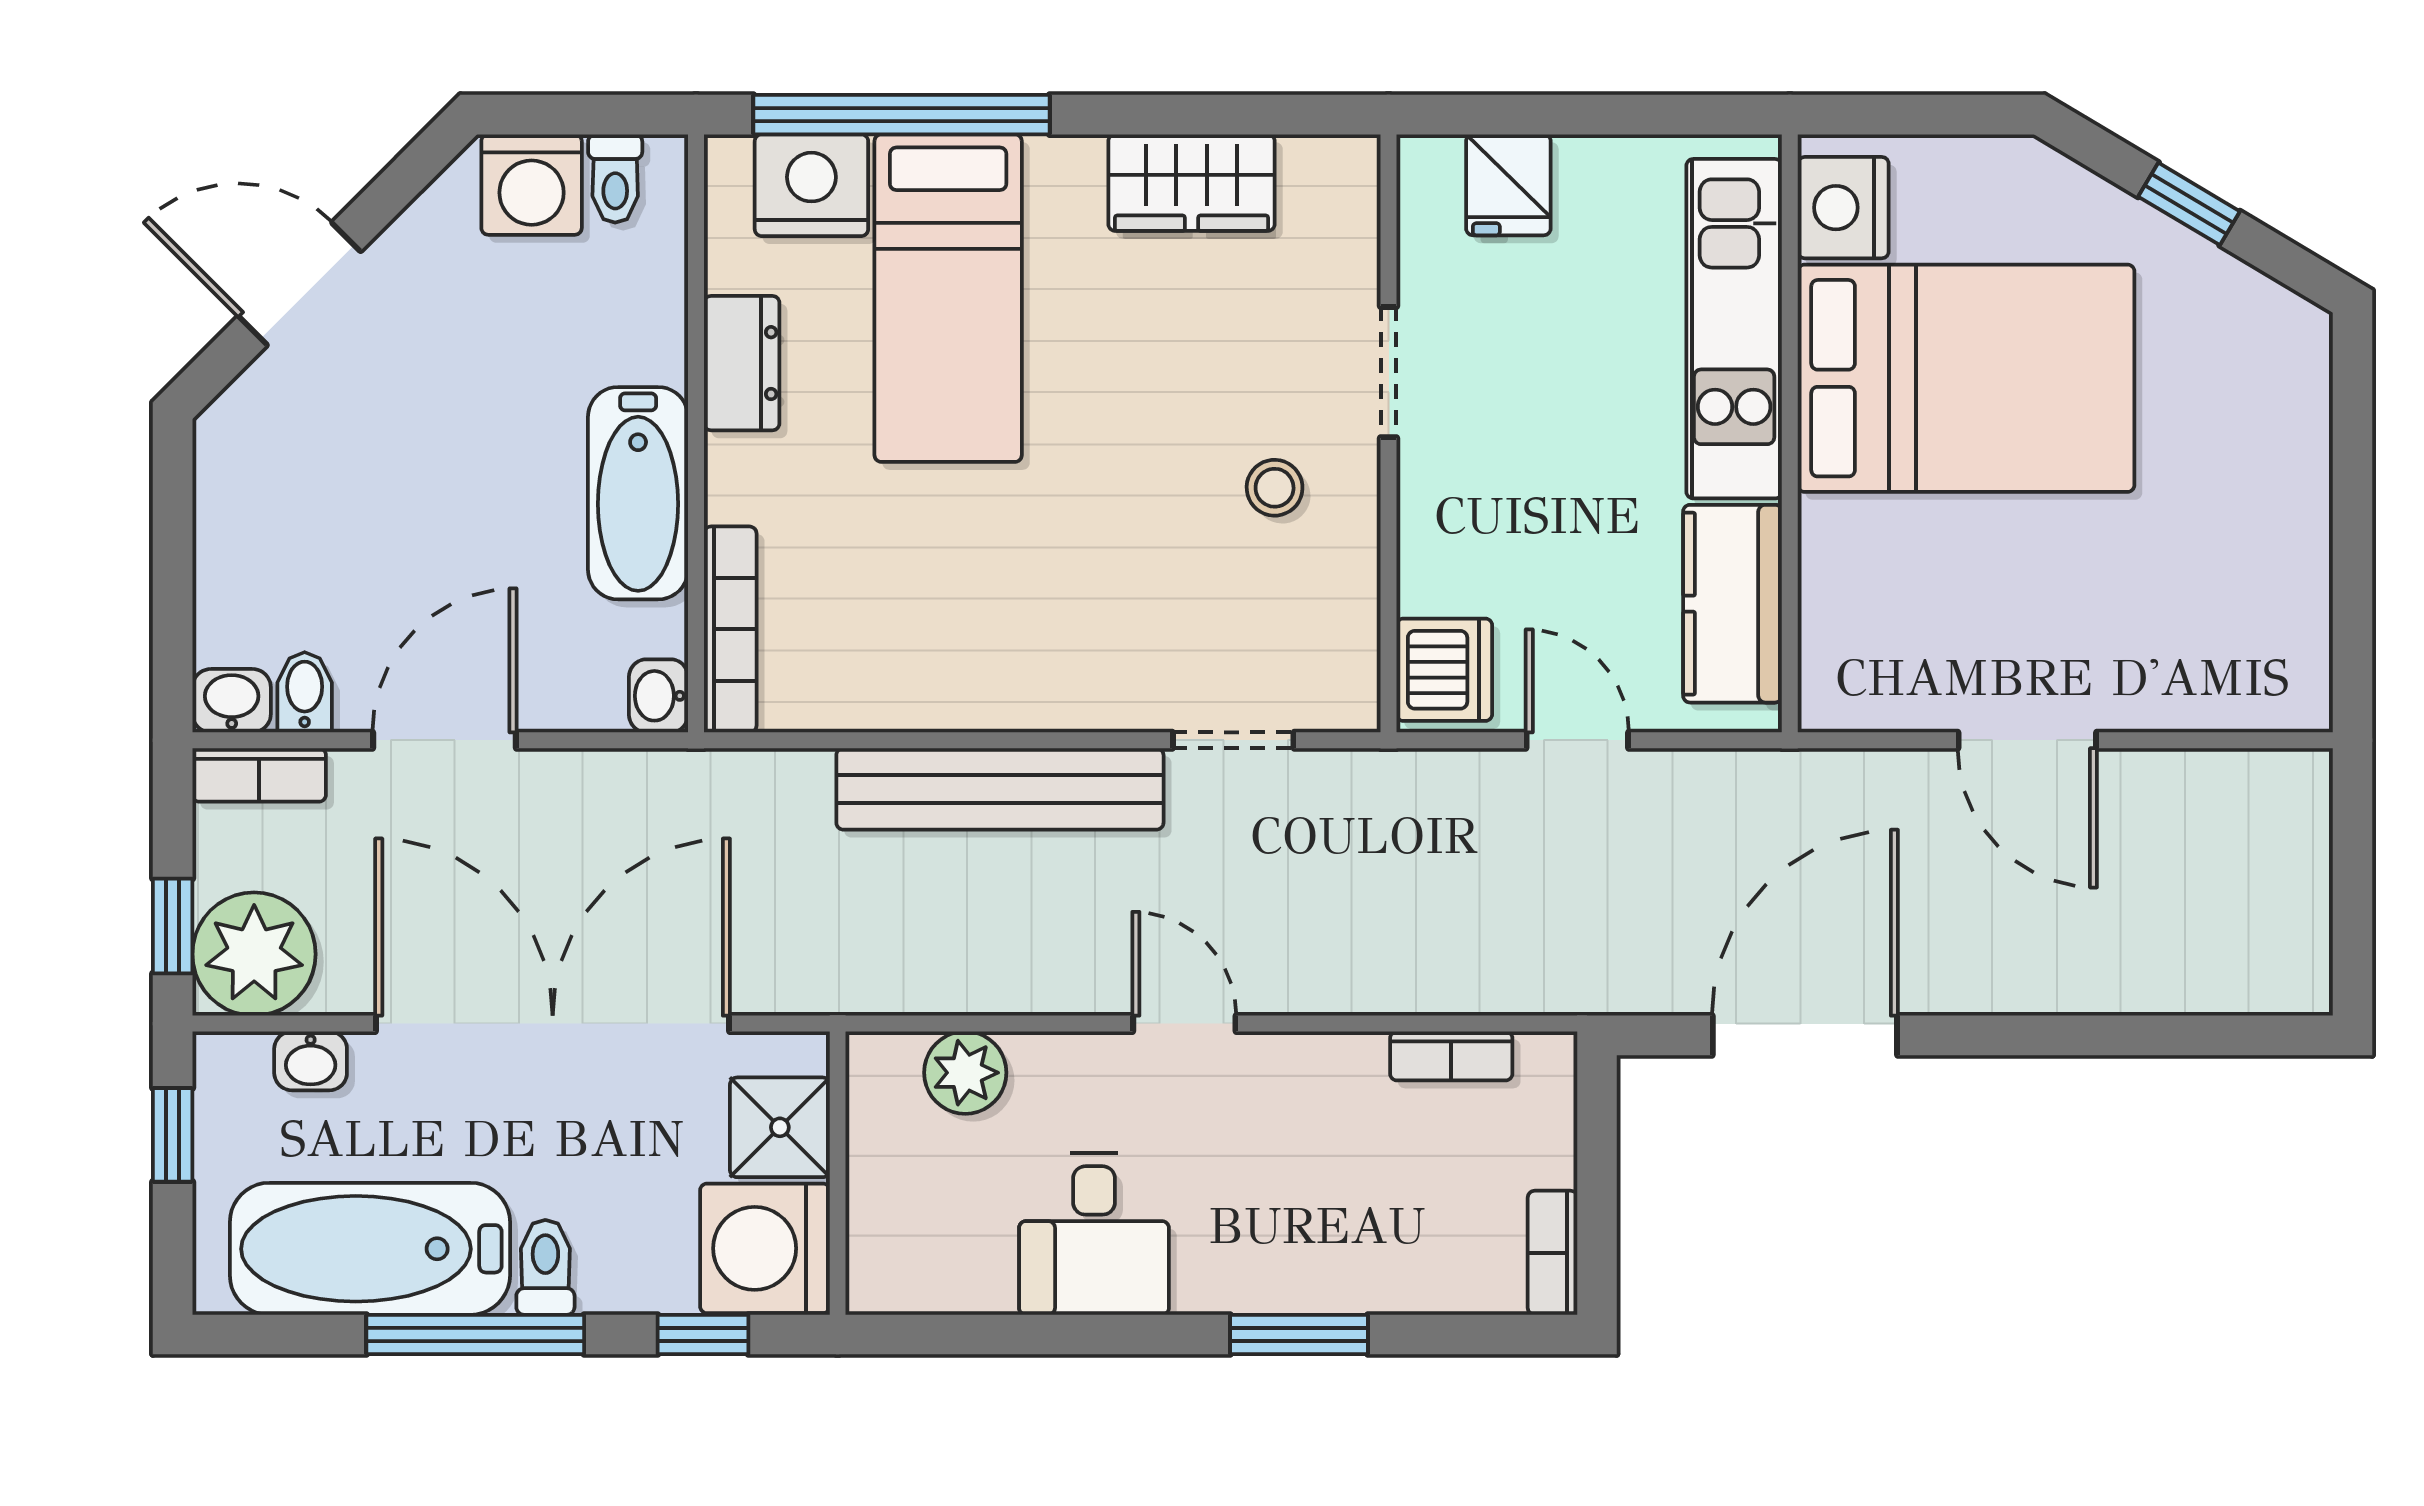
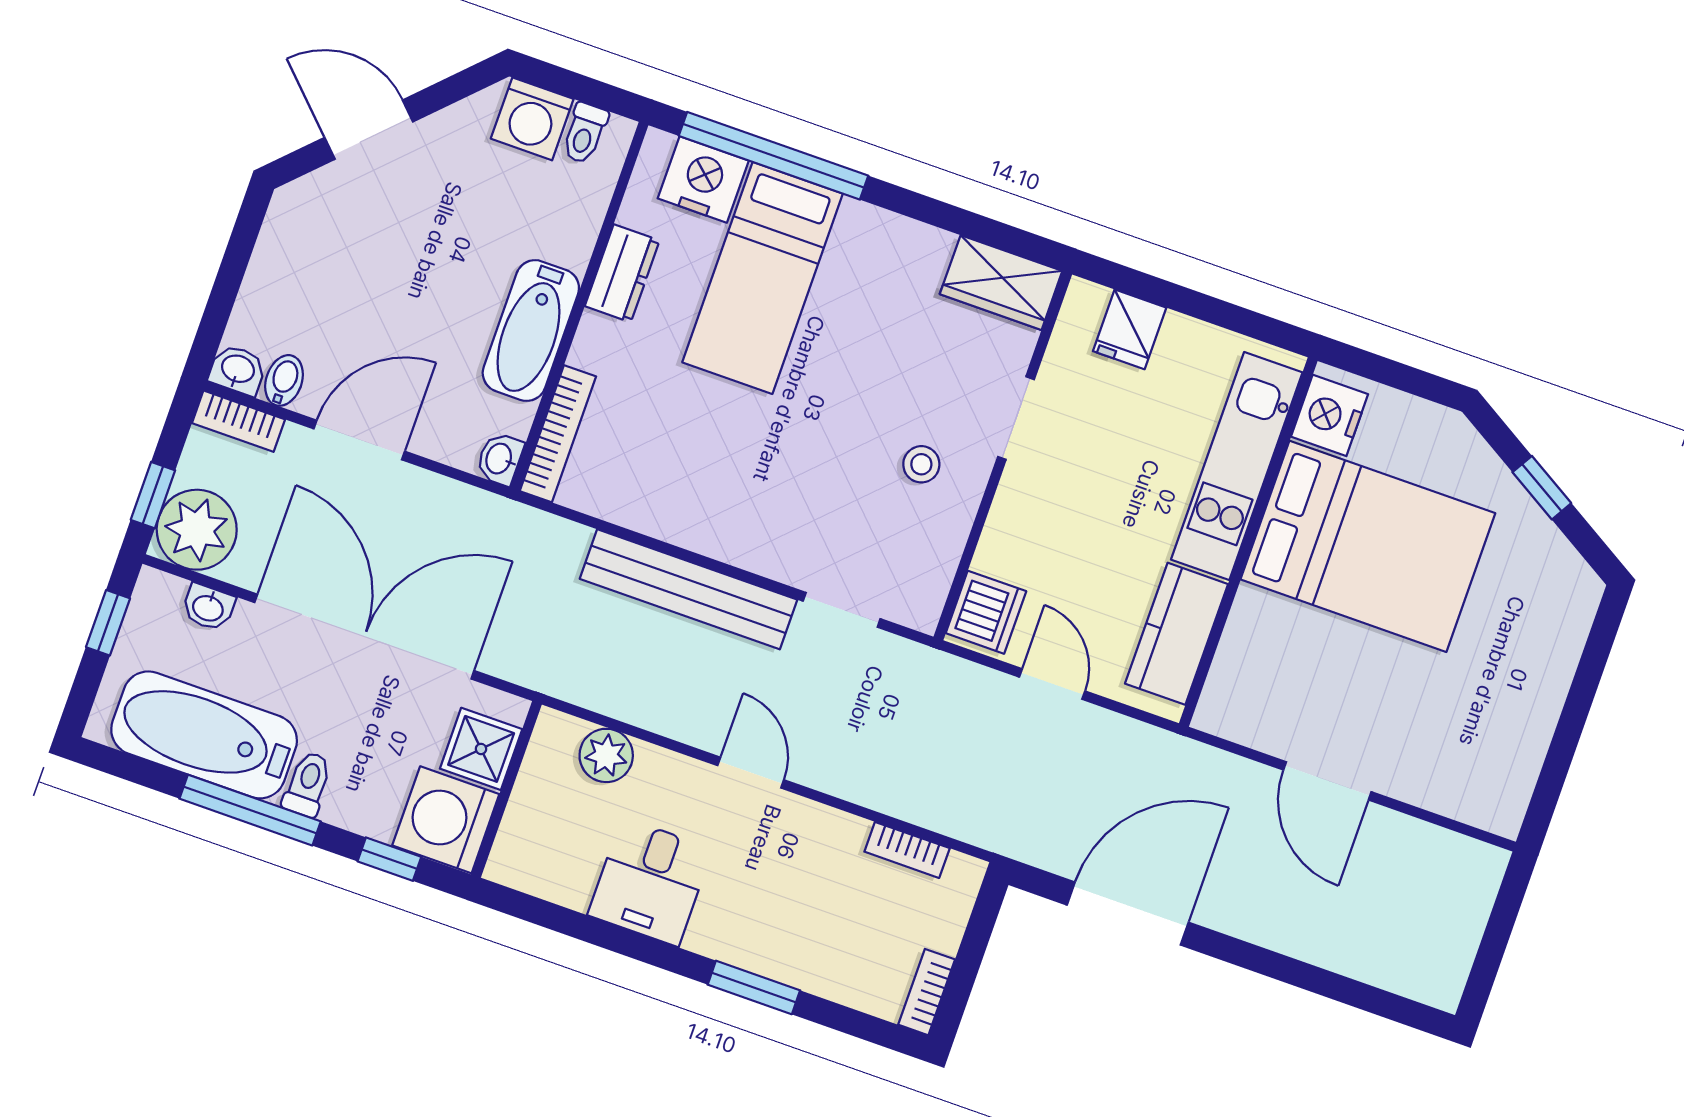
wardrobe: (1192, 183) -> (1001, 283), moved

